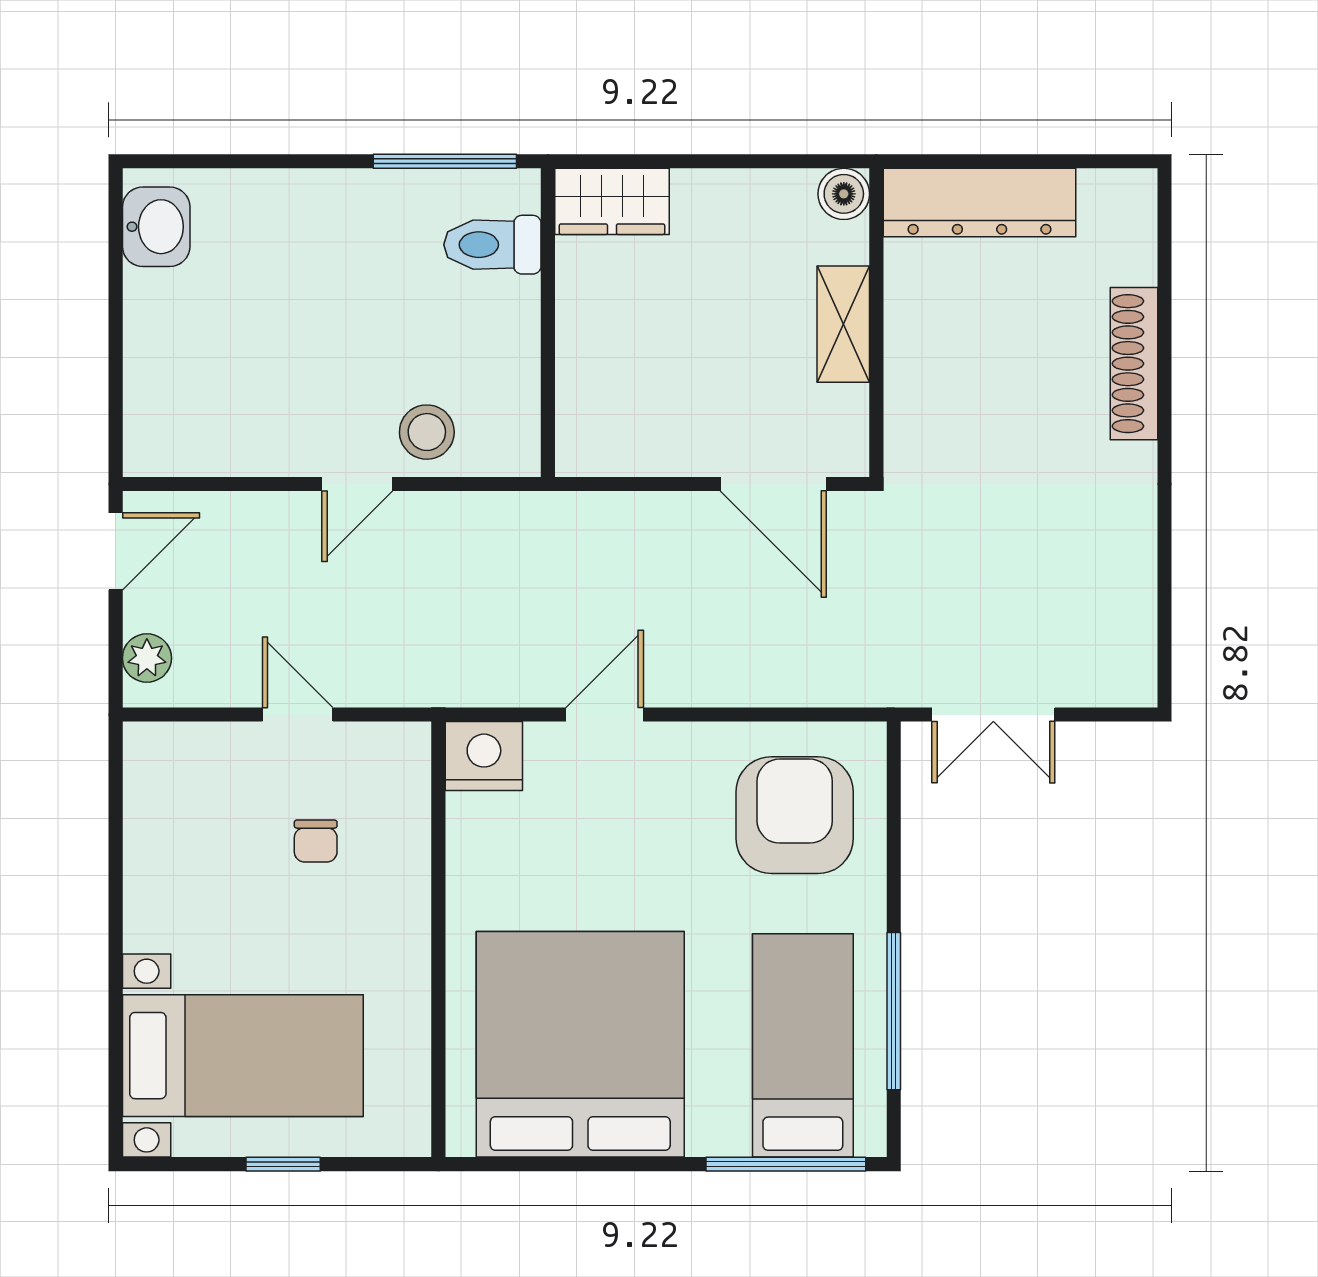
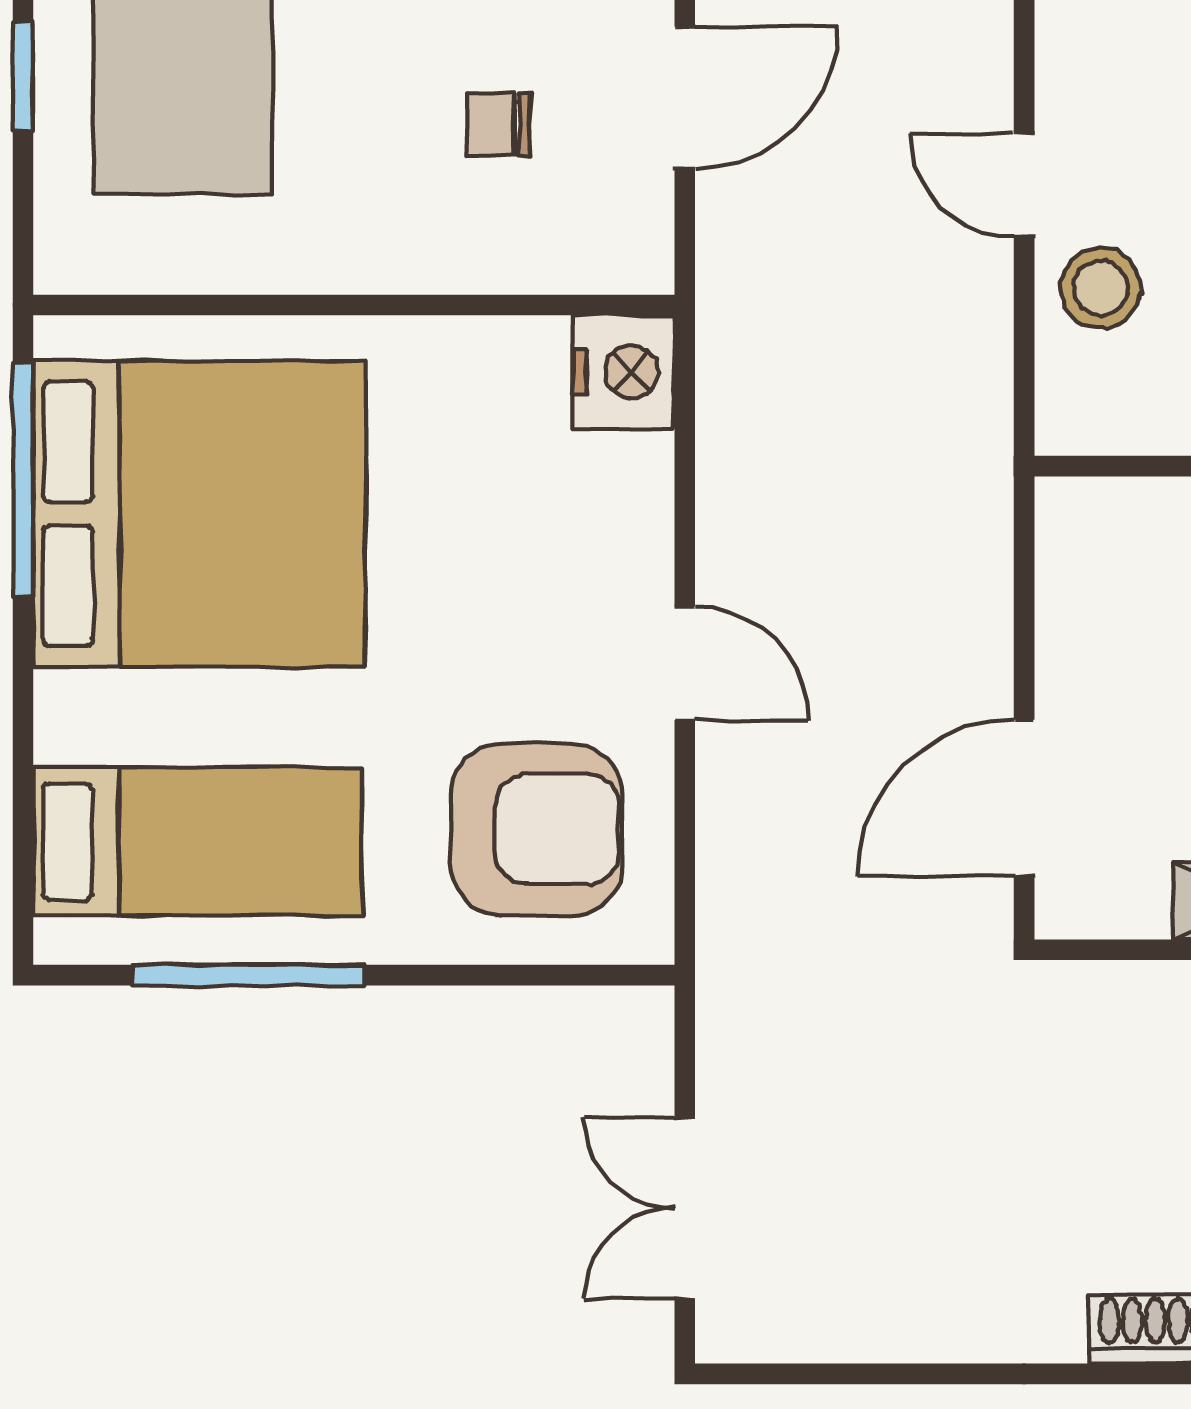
door: (298, 715) -> (685, 98), width x1.38
door: (605, 715) -> (685, 663), moved
double door: (993, 715) -> (685, 1208), moved
window: (786, 1164) -> (23, 480), moved

